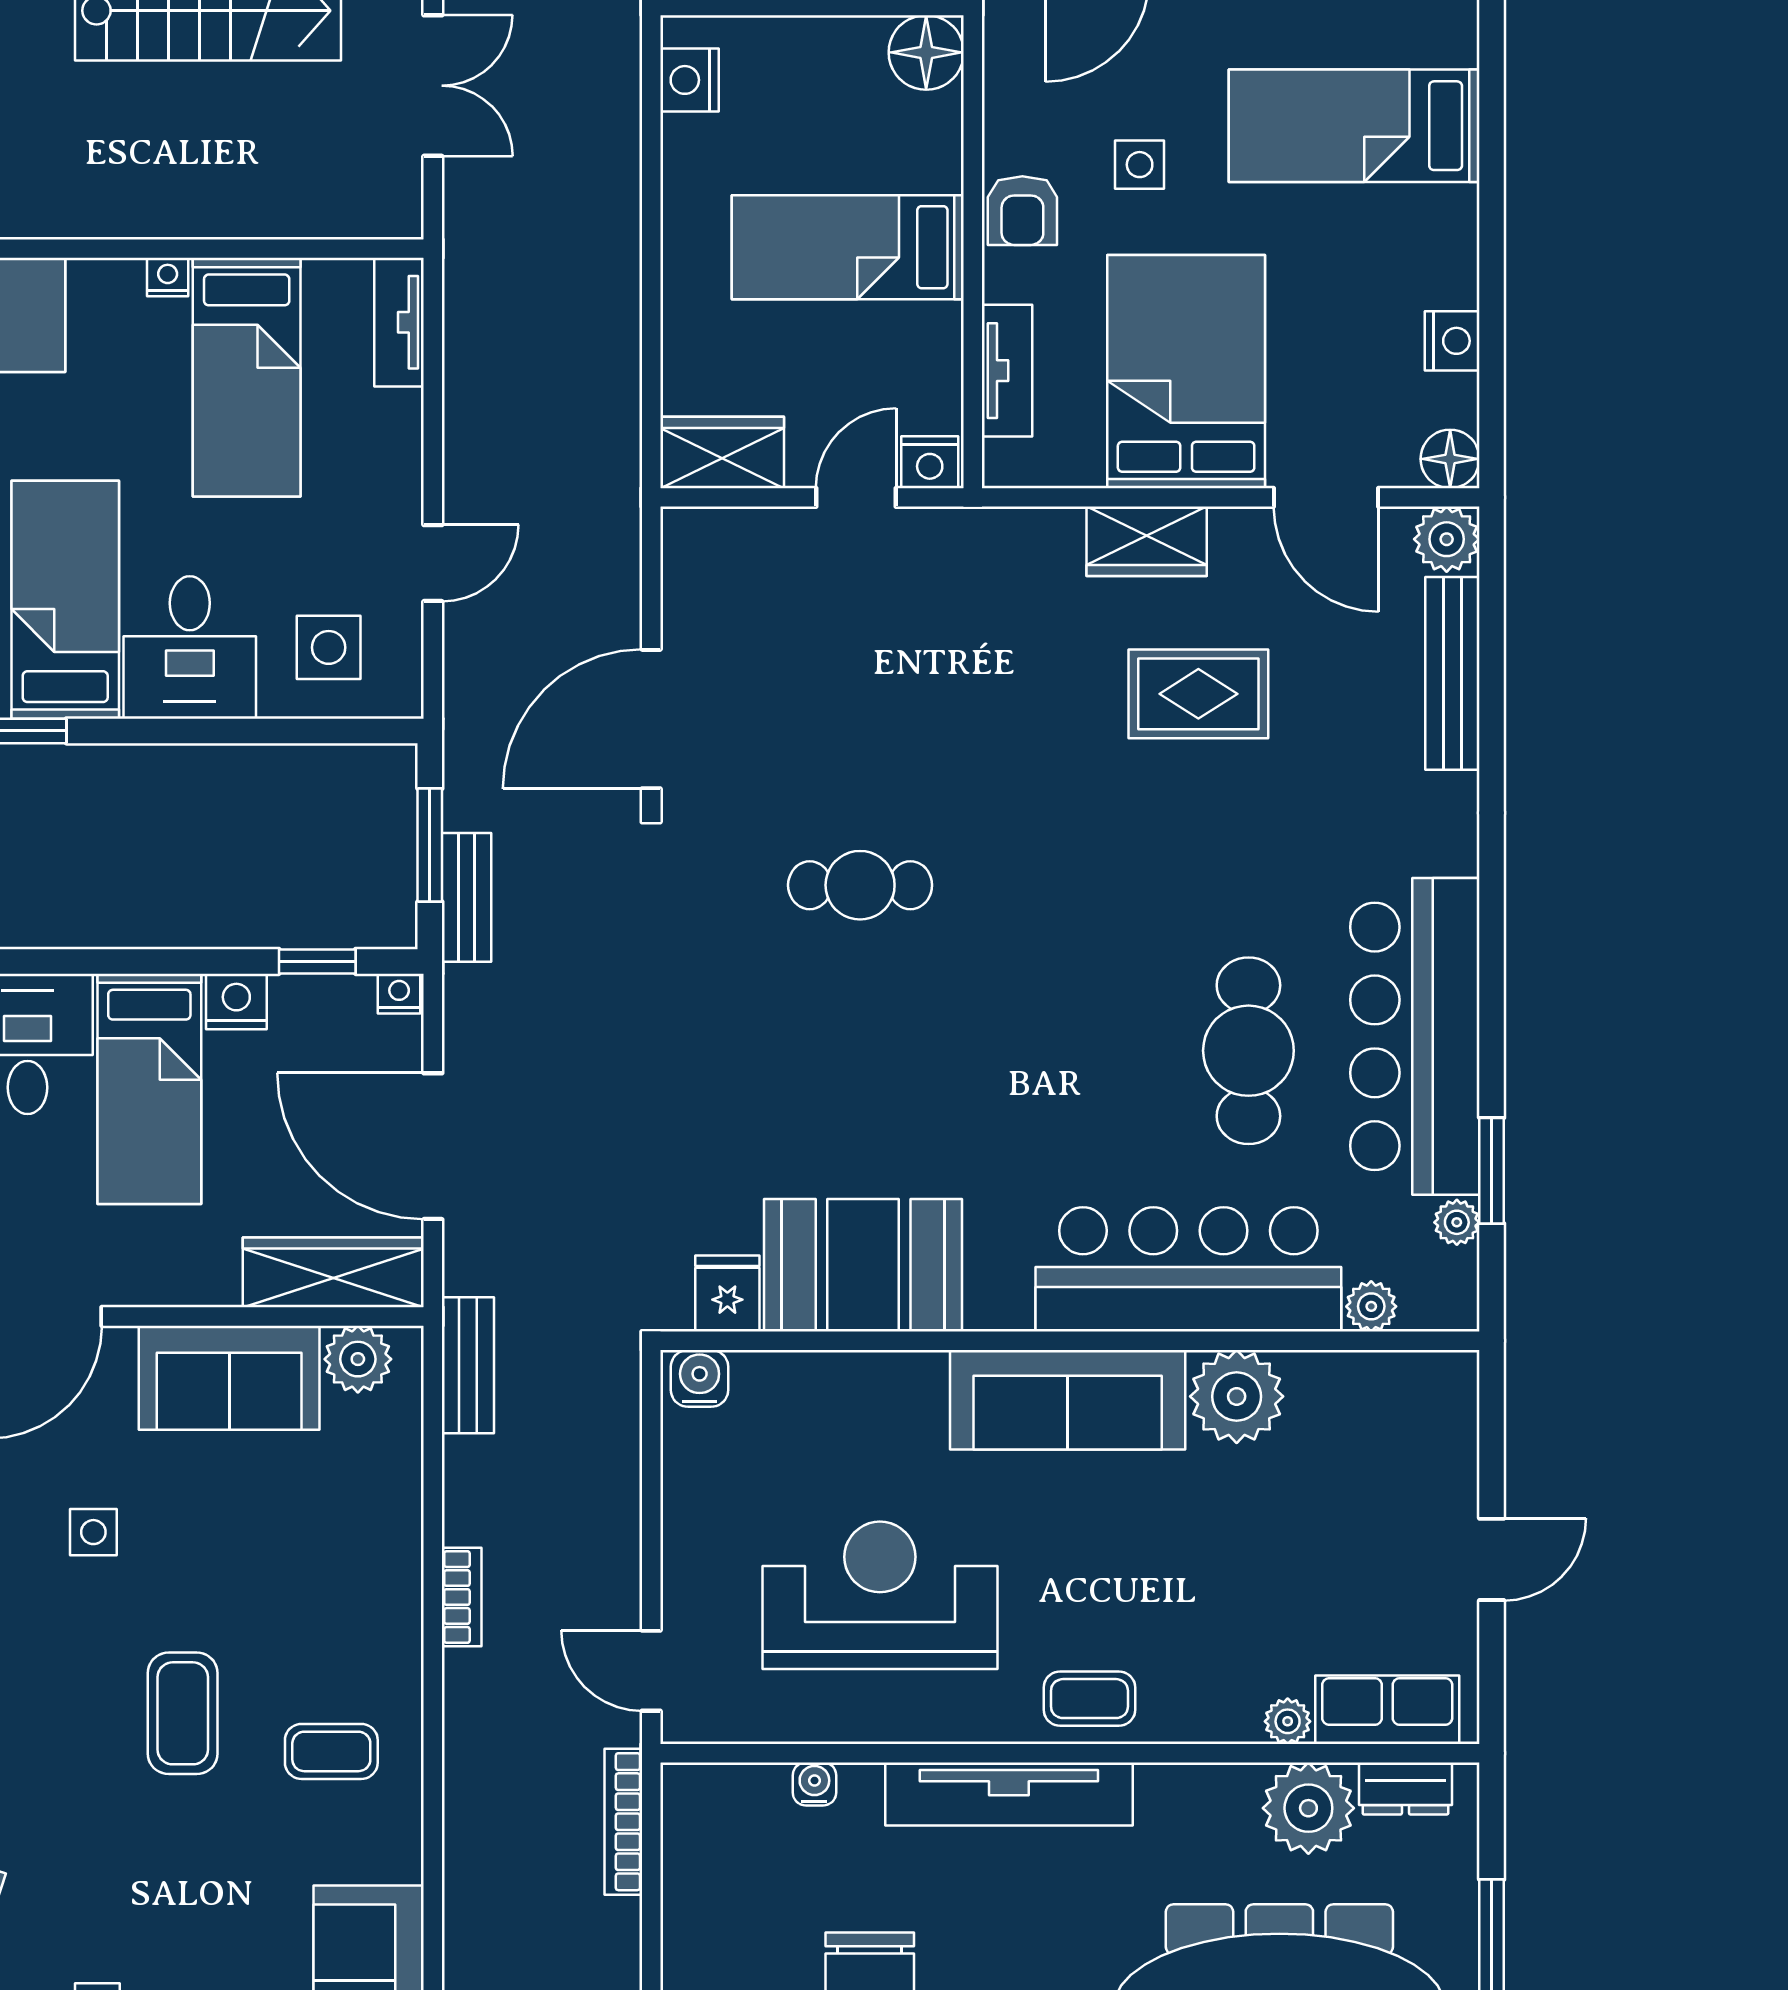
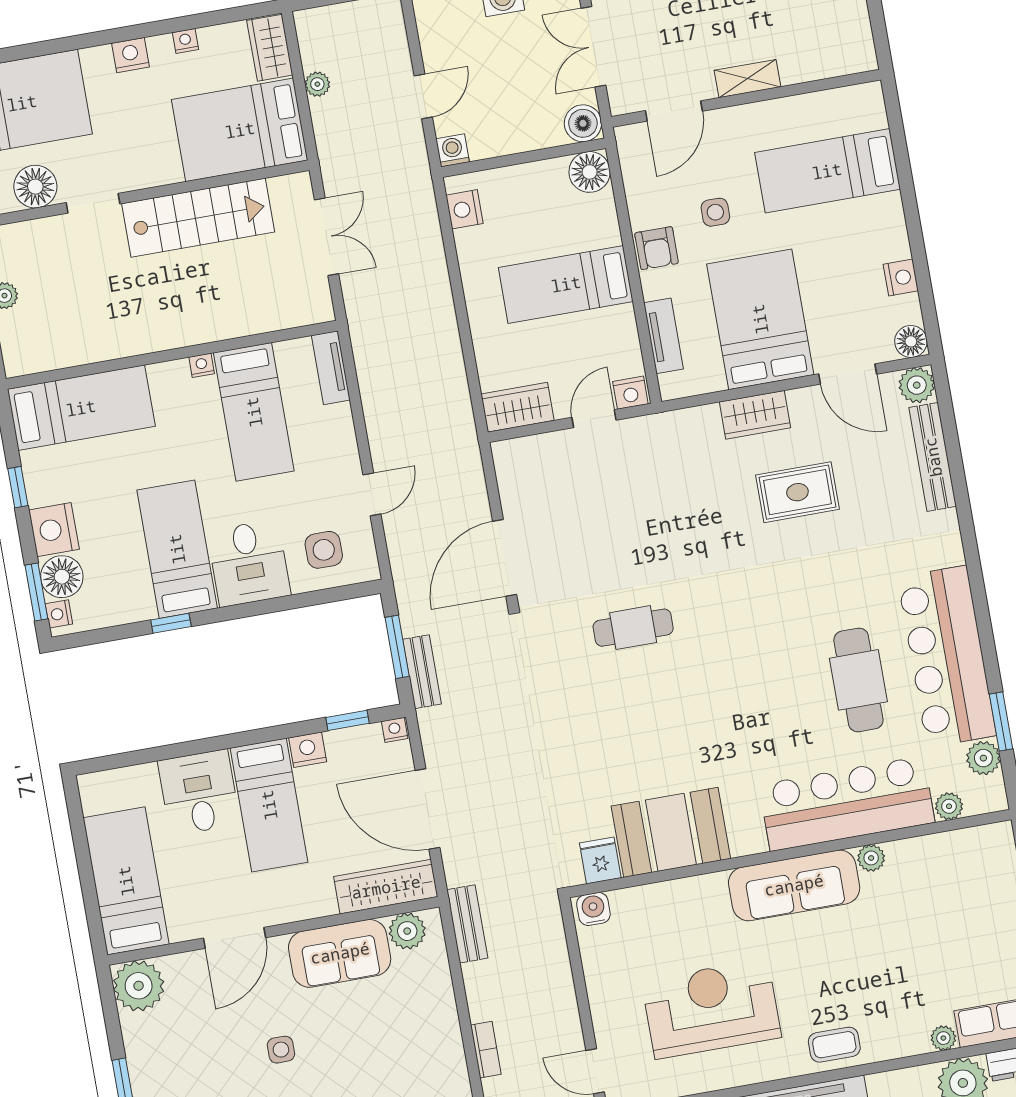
plant: (1457, 1222) -> (983, 758), width x1.38, depth x1.38
plant: (1237, 1396) -> (871, 858), width x0.53, depth x0.53

